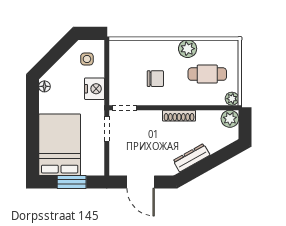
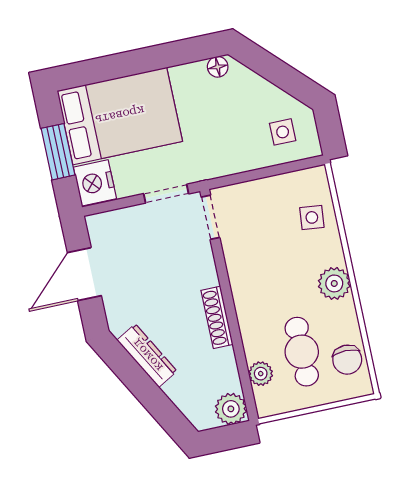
plant: (188, 49) -> (334, 283), moved
side table: (136, 53) -> (312, 217), added
chair: (155, 79) -> (347, 360), moved
nightstand: (95, 89) -> (95, 183), moved, turned 90
plant: (232, 99) -> (261, 374), moved

